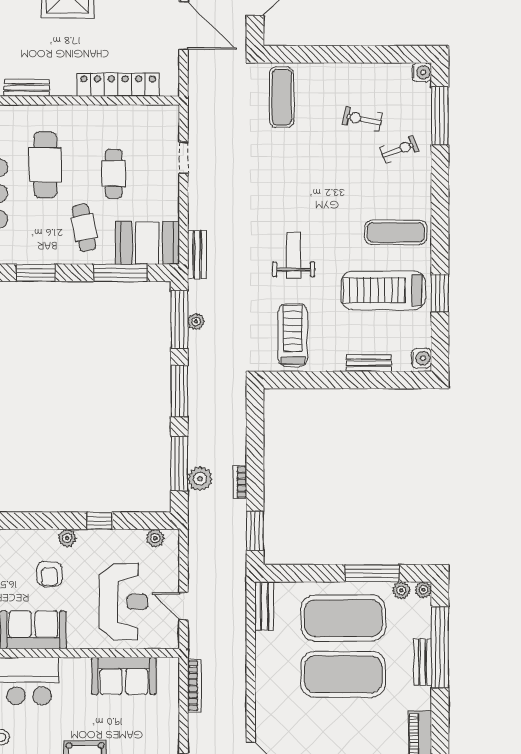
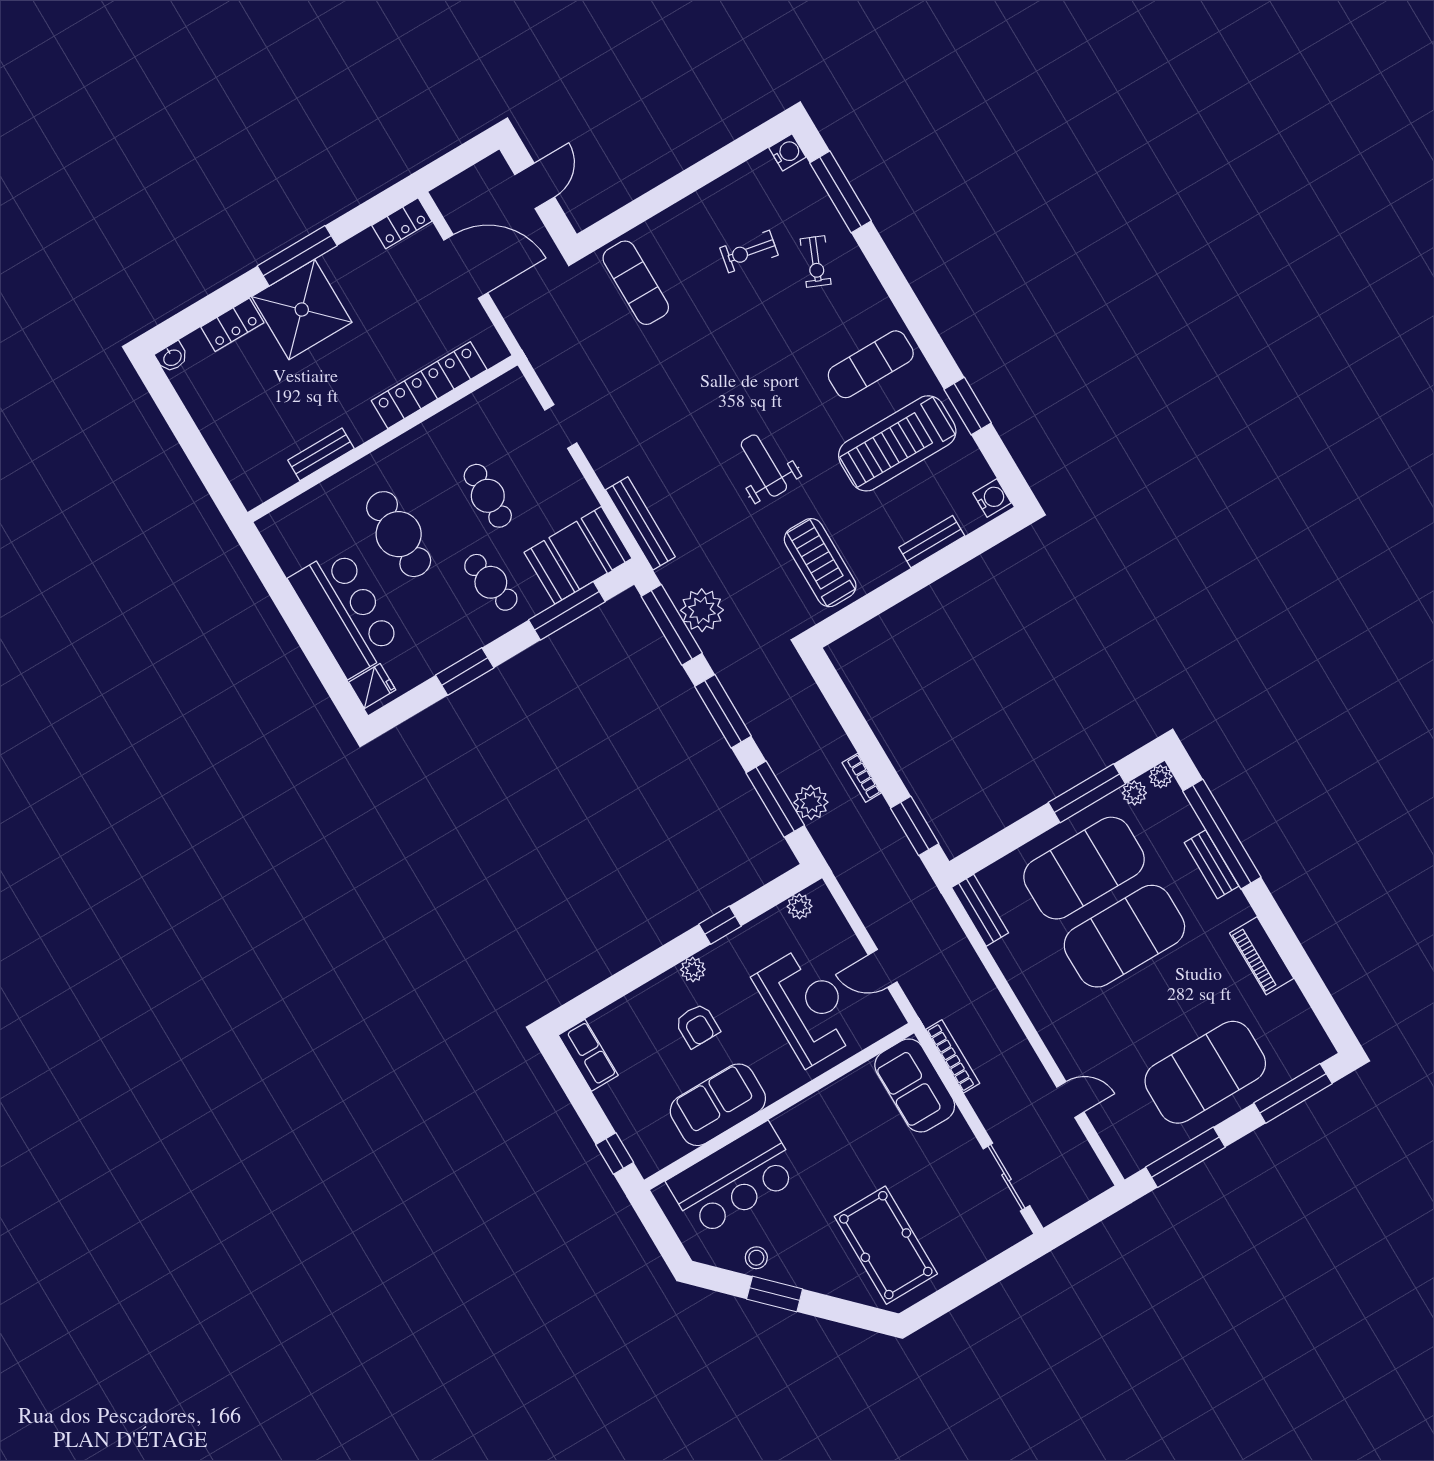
exercise bike: (399, 149) -> (816, 262), turned 134
bench: (197, 255) -> (640, 523), width x1.36
plant: (196, 321) -> (702, 610), width x1.87, depth x1.87
sofa: (124, 676) -> (915, 1085), moved, turned 90

